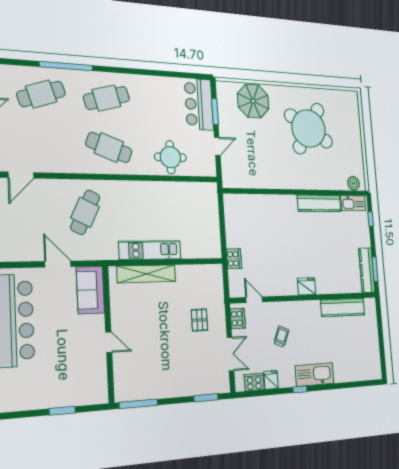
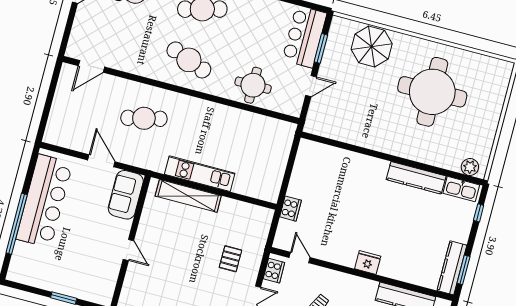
round table: (309, 129) -> (432, 92), turned -33
cafe table: (85, 212) -> (144, 118), turned 51

